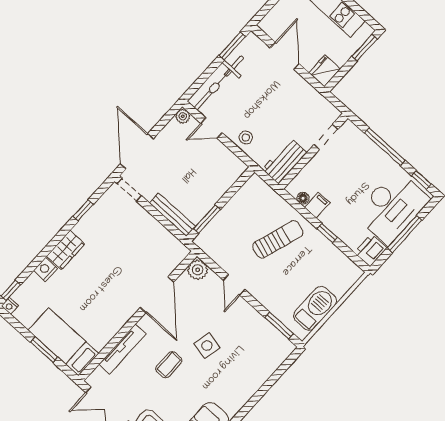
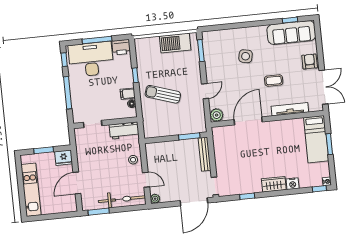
window: (365, 48) -> (44, 150), moved
side table: (207, 346) -> (246, 56), moved

